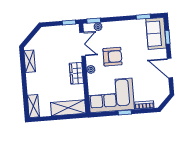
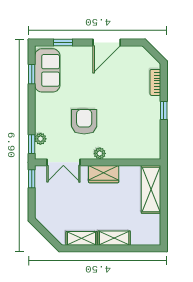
sofa: (156, 33) -> (47, 70), moved, turned -90
double door: (83, 44) -> (63, 162), swing flipped
corner sofa: (111, 95) -> (138, 128), removed
shelving: (33, 106) -> (114, 238), moved

